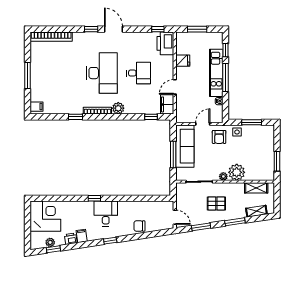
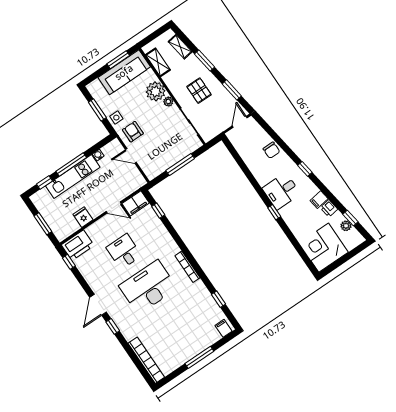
plant: (118, 108) -> (171, 248), removed
window: (76, 117) -> (218, 299), moved
armchair: (219, 137) -> (133, 132), turned -90
sofa: (185, 146) -> (124, 72), moved, turned 180

